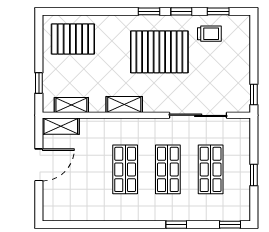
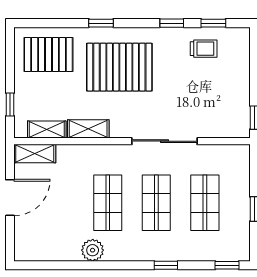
window: (149, 11) -> (101, 23), moved
pallet: (159, 52) -> (119, 67), moved
shelving: (124, 104) -> (88, 129), moved
sliding door: (198, 115) -> (165, 141), moved
plant: (112, 211) -> (93, 250), added

